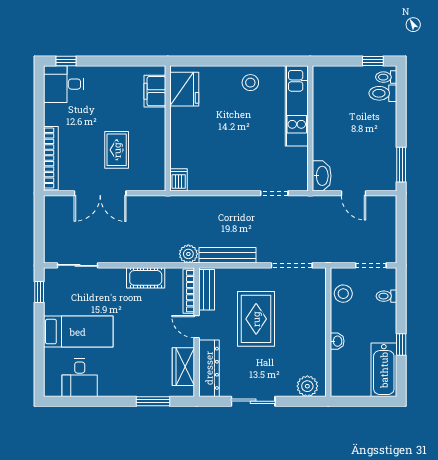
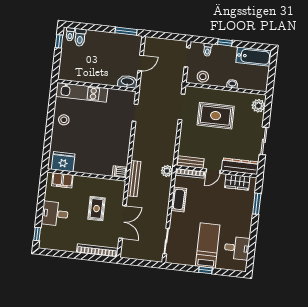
desk: (64, 84) -> (55, 214), moved, turned 90
rug: (117, 150) -> (96, 209), turned 90
bench: (227, 255) -> (134, 179), moved
window: (39, 292) -> (205, 270), moved
rug: (256, 319) -> (216, 116), moved
window: (401, 344) -> (225, 42), moved

